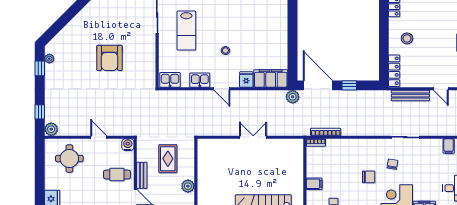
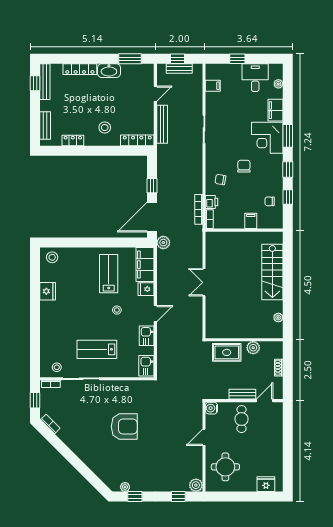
lab bench: (186, 31) -> (97, 349), turned 180
lab bench: (262, 42) -> (109, 274), added
printer: (333, 145) -> (211, 202), added
rug: (168, 159) -> (227, 352), moved
chair: (392, 164) -> (220, 180), moved

